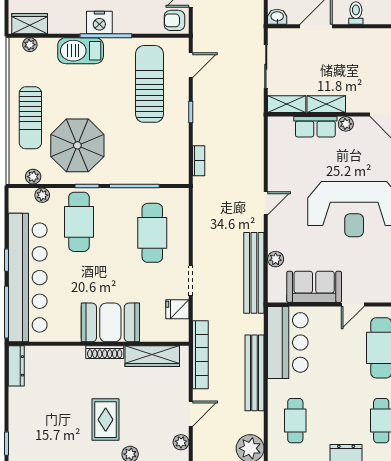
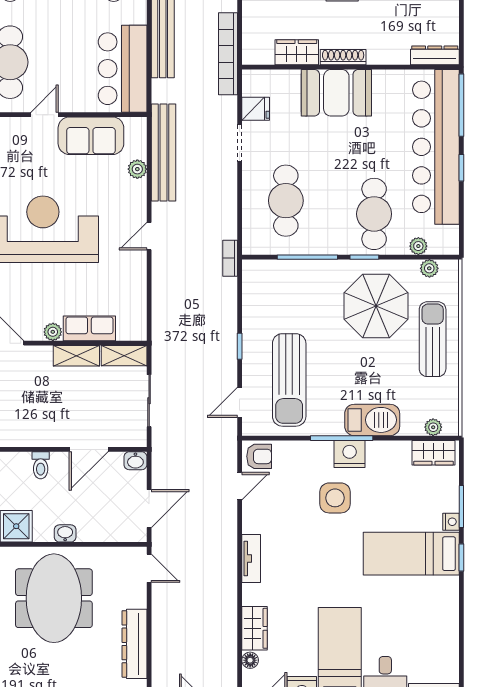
bookcase: (199, 161) -> (230, 258), moved
wardrobe: (152, 356) -> (297, 52), width x0.67
dresser: (16, 366) -> (435, 55), moved, turned 90

